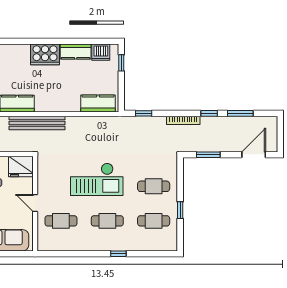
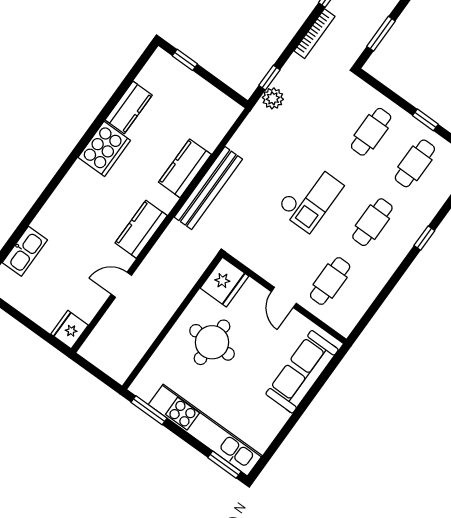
dishwasher: (101, 52) -> (153, 76), removed
kitchen counter: (98, 104) -> (185, 168), moved
bench: (37, 123) -> (208, 188), moved
plant: (134, 123) -> (273, 98), added
checkout: (97, 179) -> (310, 198), width x0.73, depth x0.83
door: (35, 203) -> (284, 297), hinge flipped

